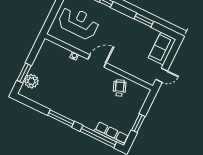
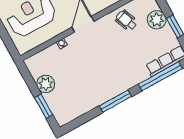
plant: (31, 81) -> (46, 84), moved
plant: (134, 108) -> (157, 20), added

